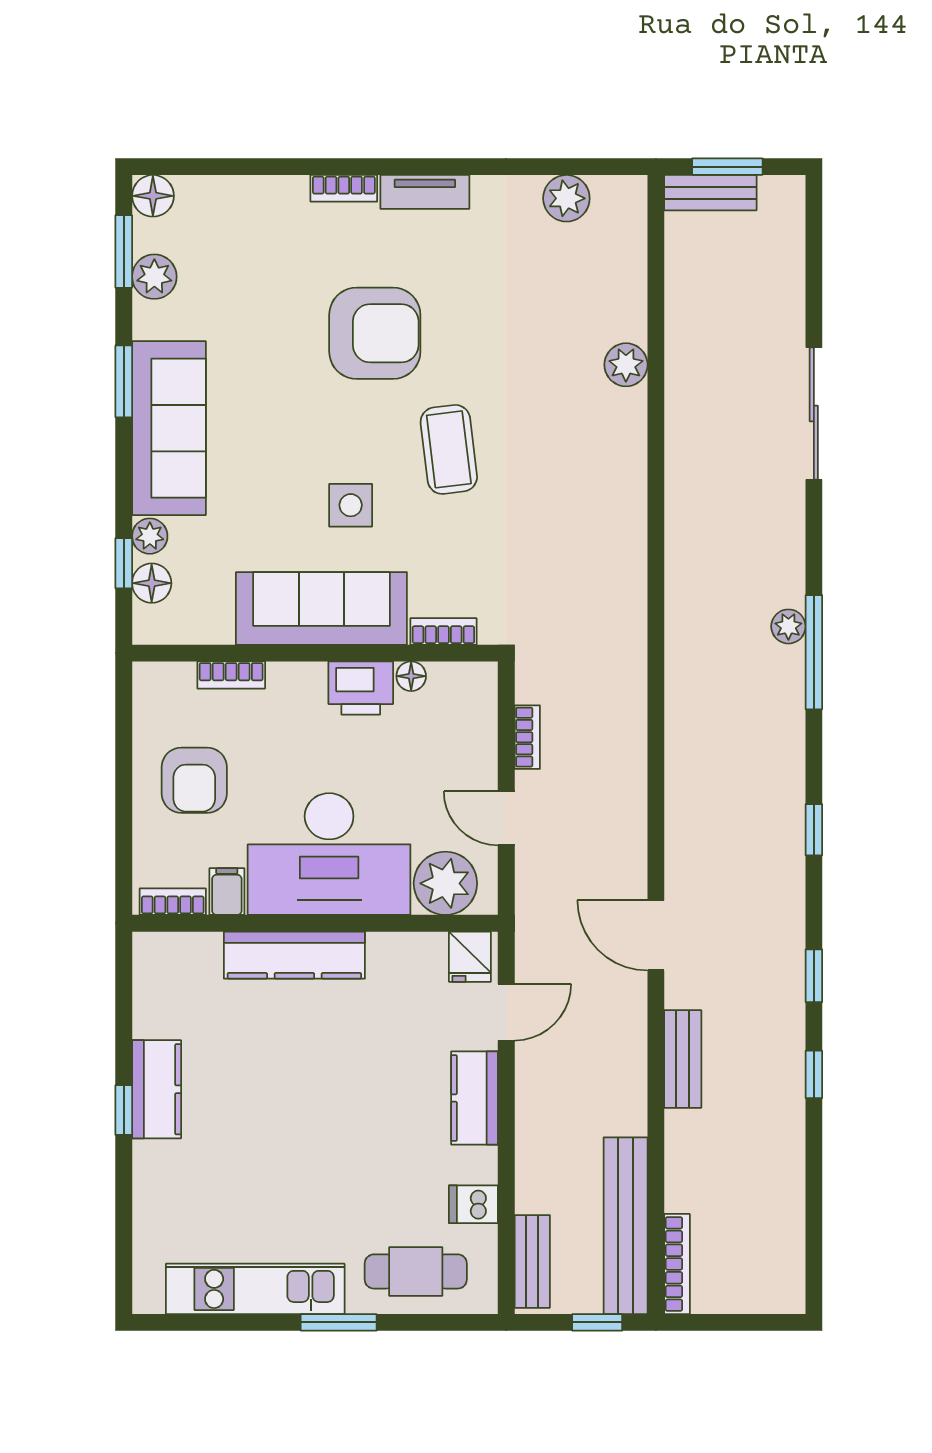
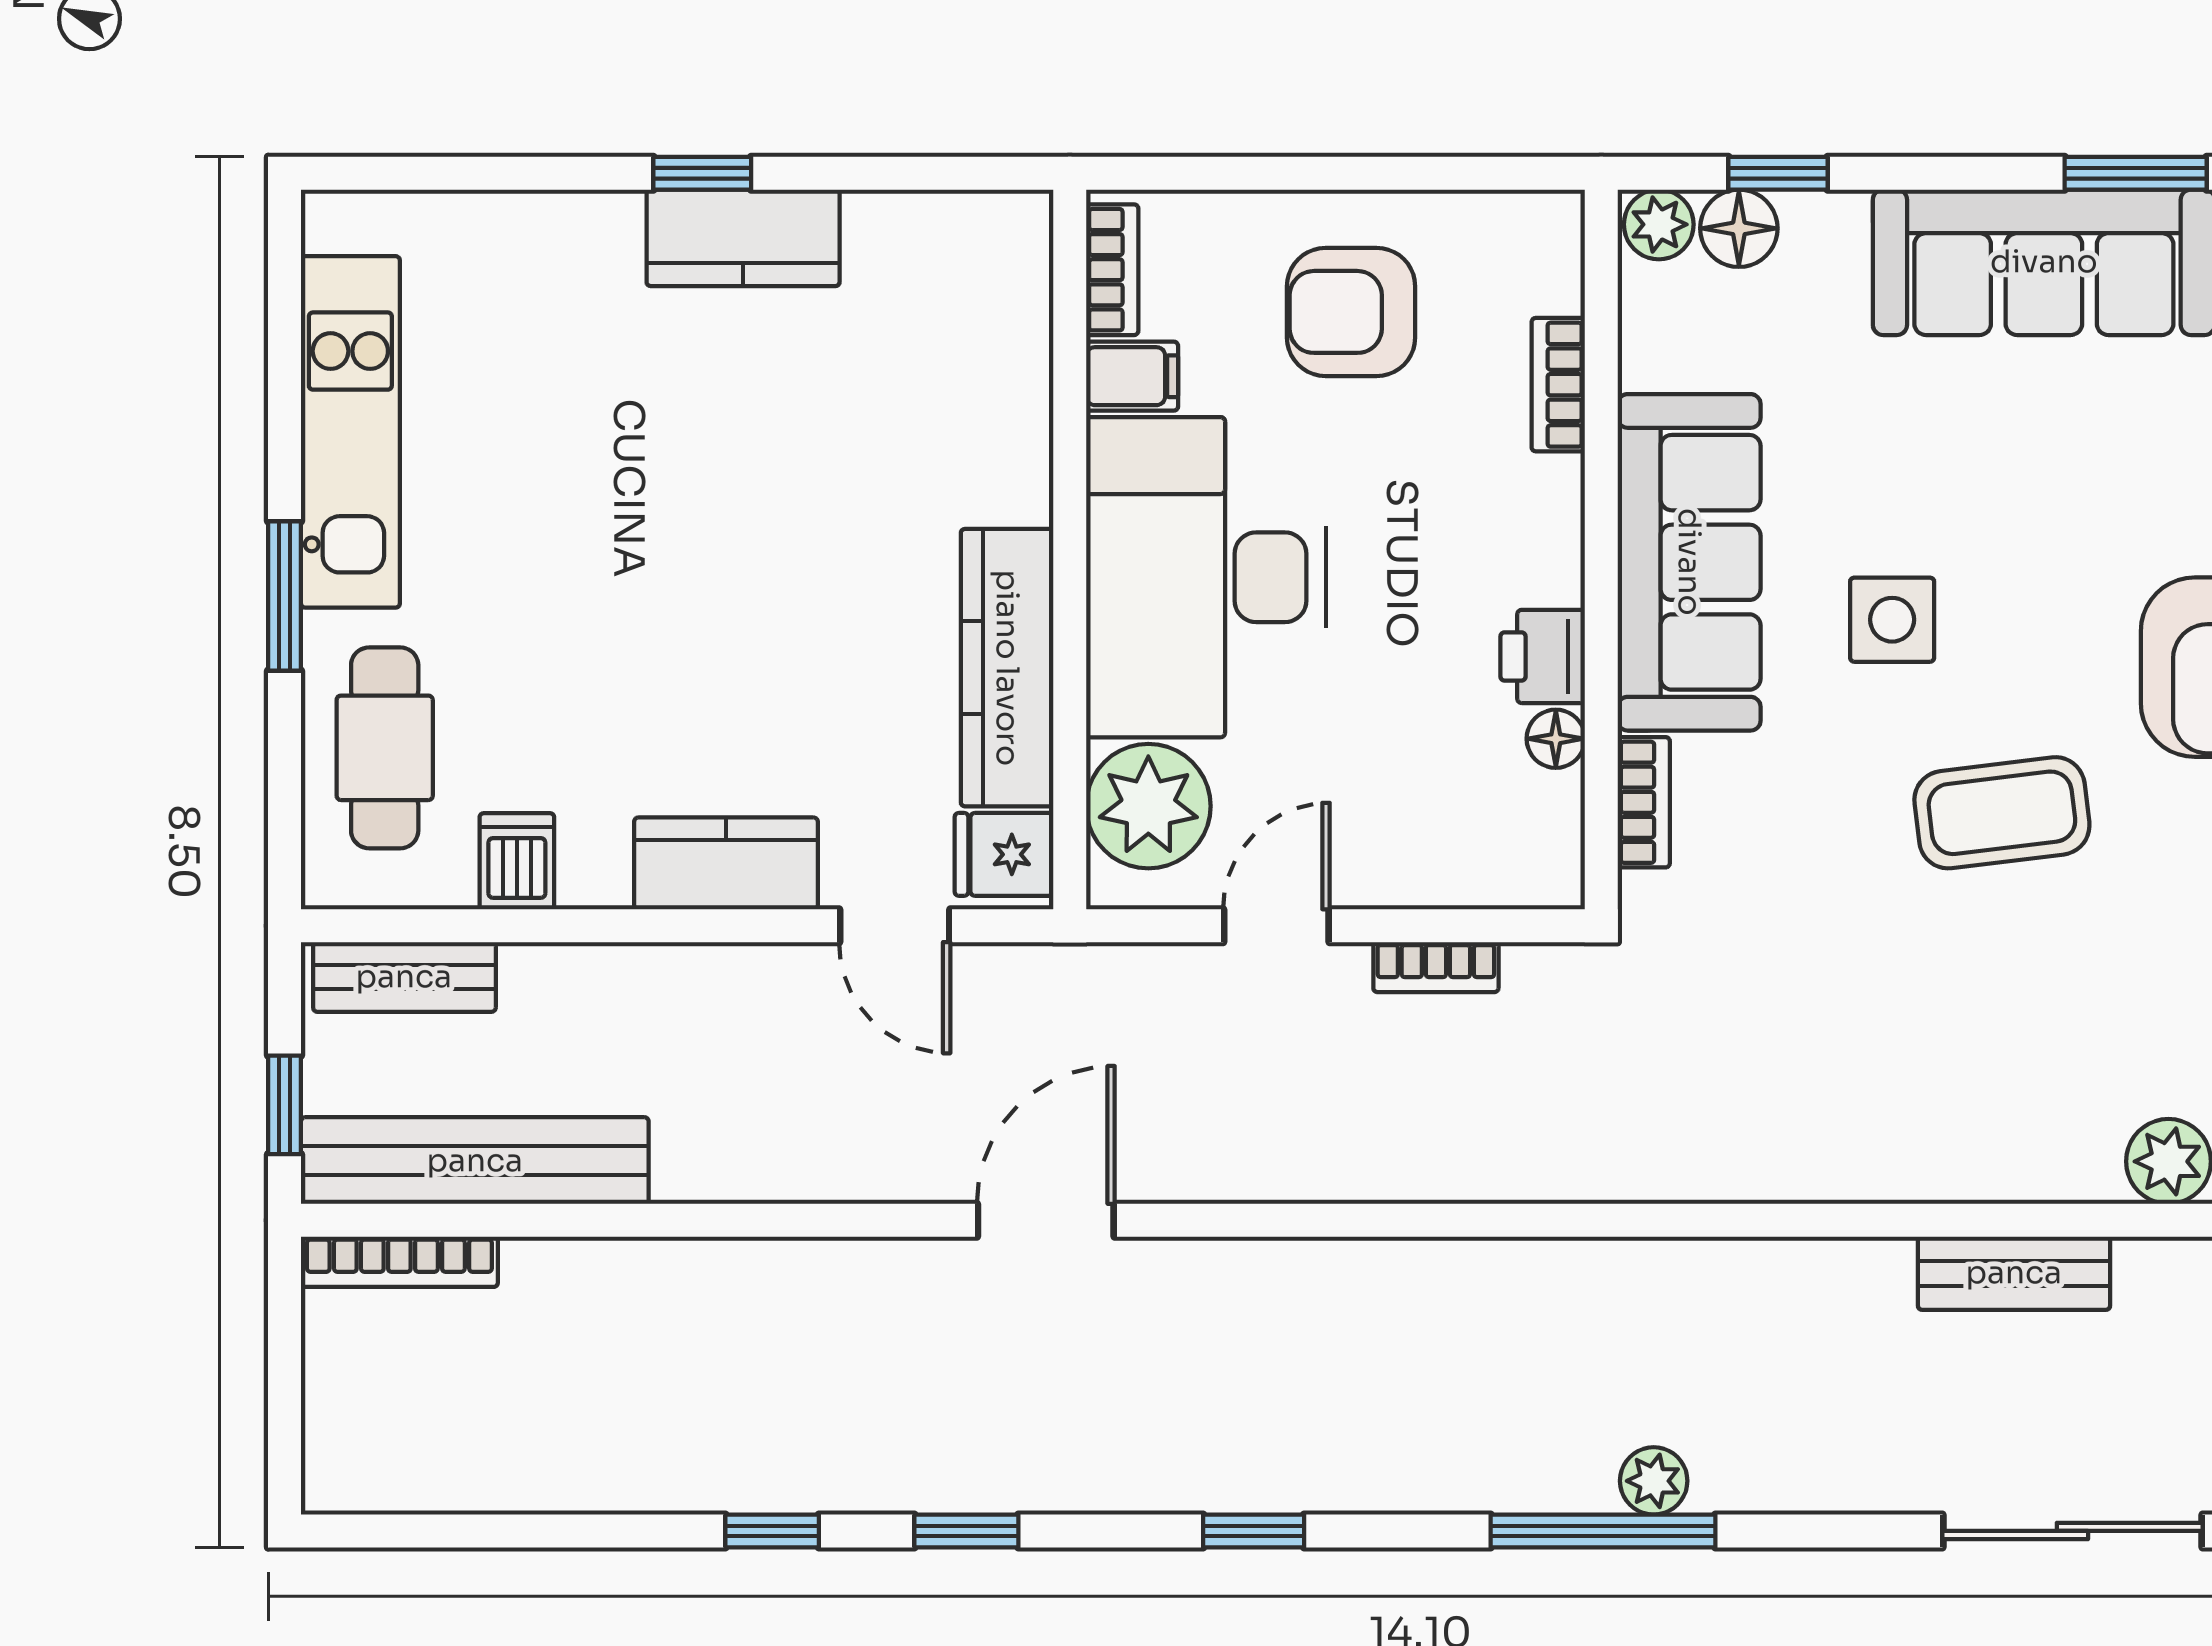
plant: (150, 536) -> (1659, 224), moved
printer: (361, 688) -> (1543, 656), width x0.73, depth x0.81
kitchen counter: (294, 955) -> (1007, 668), moved
bench: (683, 1059) -> (2014, 1273), moved

